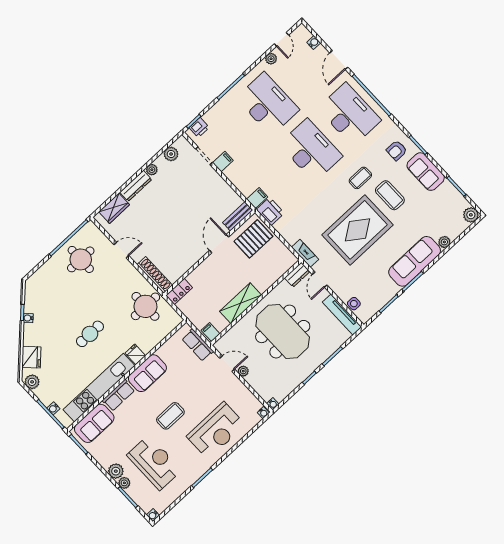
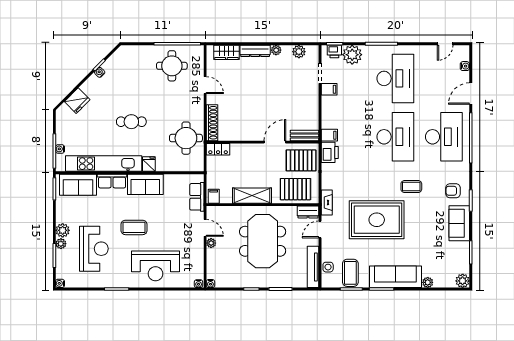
plant: (271, 59) -> (352, 55), moved, width x1.87, depth x1.87
coffee table: (390, 195) -> (350, 273), moved
pallet: (270, 266) -> (295, 189), added
plant: (32, 382) -> (62, 118), removed

